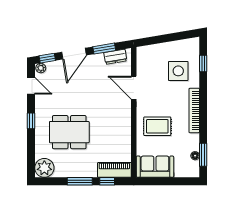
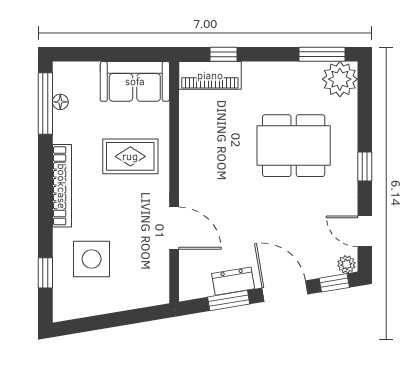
door: (74, 54) -> (285, 291), hinge flipped
dresser: (115, 57) -> (233, 281), moved
window: (203, 155) -> (45, 104), width x1.44
window: (80, 181) -> (322, 54), moved

